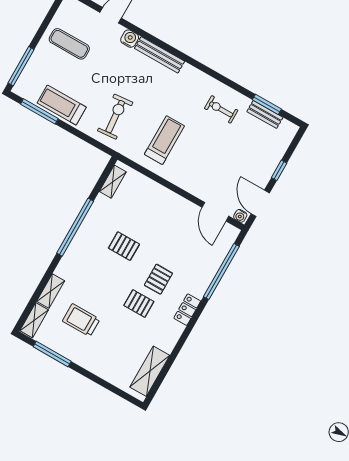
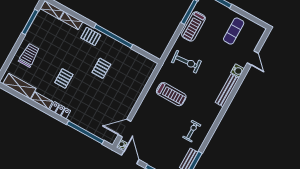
treadmill: (62, 105) -> (193, 26), turned 180
shelving: (113, 182) -> (42, 101), moved
door: (260, 203) -> (130, 157), hinge flipped
pallet: (158, 279) -> (91, 36), moved
trolley: (81, 320) -> (29, 55), moved

